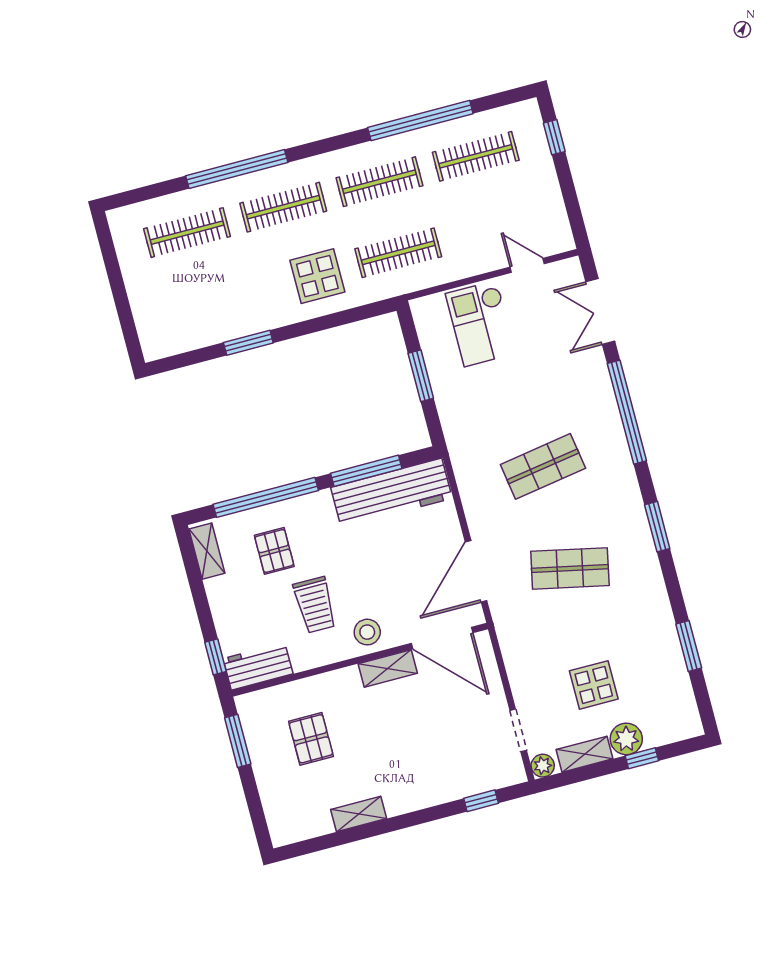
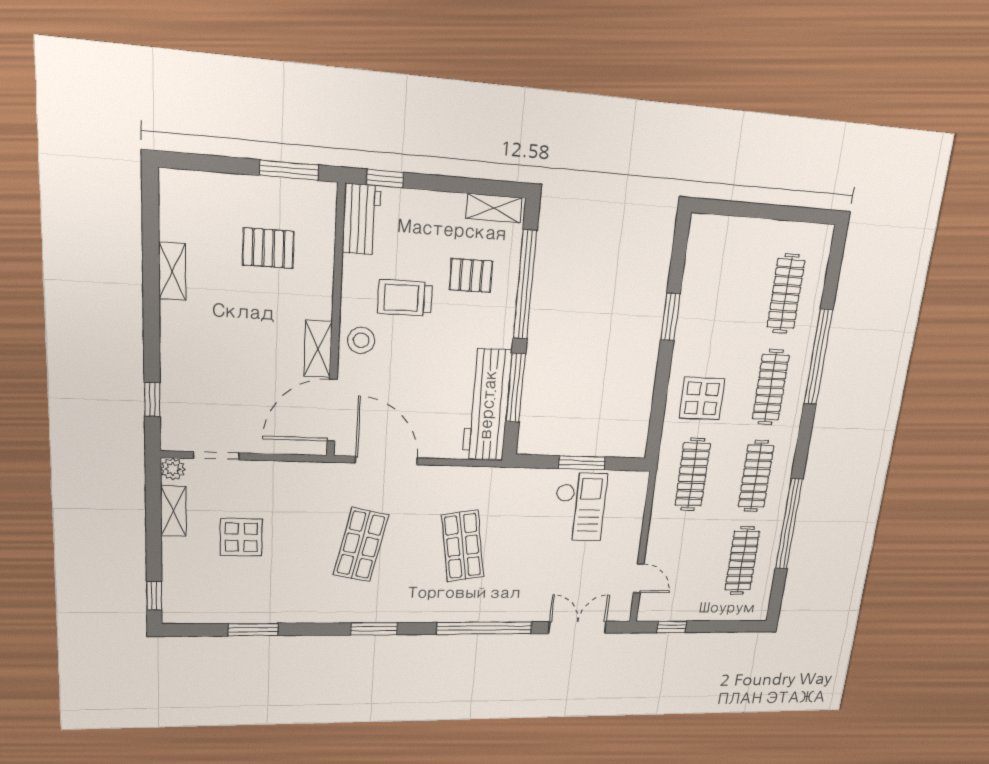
window: (554, 137) -> (672, 627), moved
door: (527, 265) -> (639, 578), hinge flipped
checkout: (481, 323) -> (580, 507), moved, turned 90
plant: (626, 739) -> (178, 553), removed
window: (642, 758) -> (154, 596), moved

